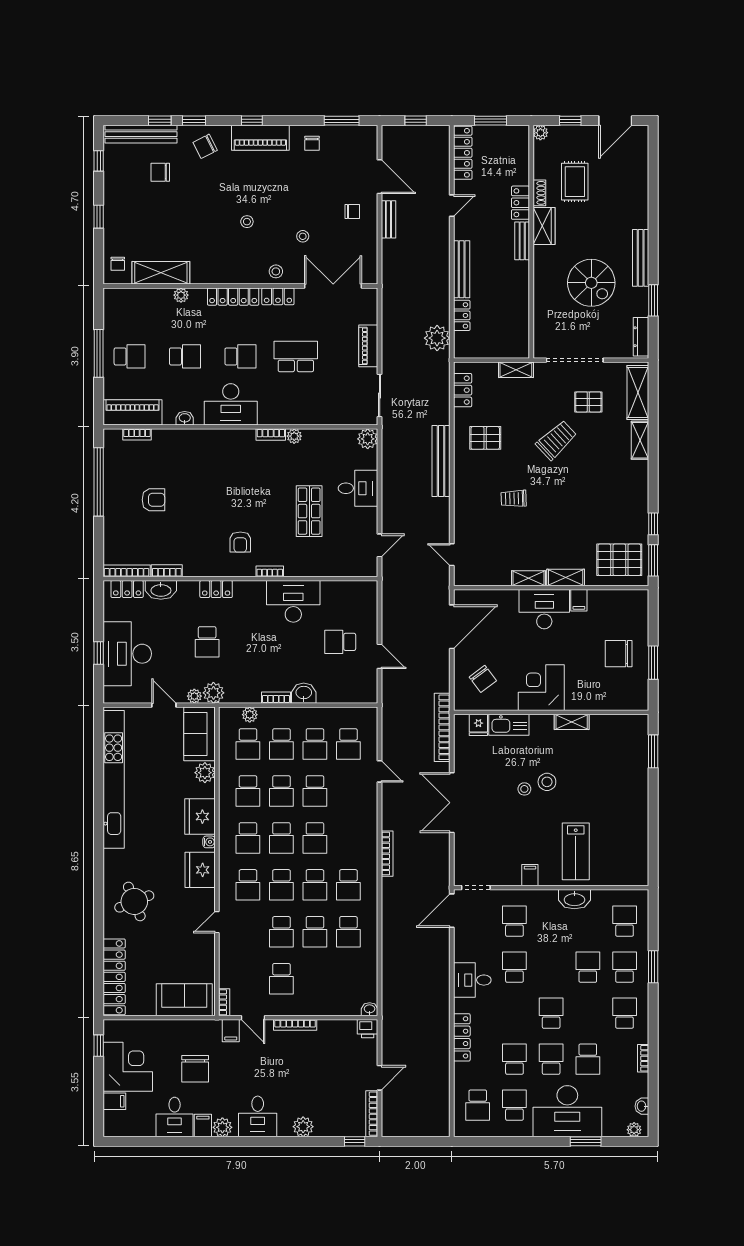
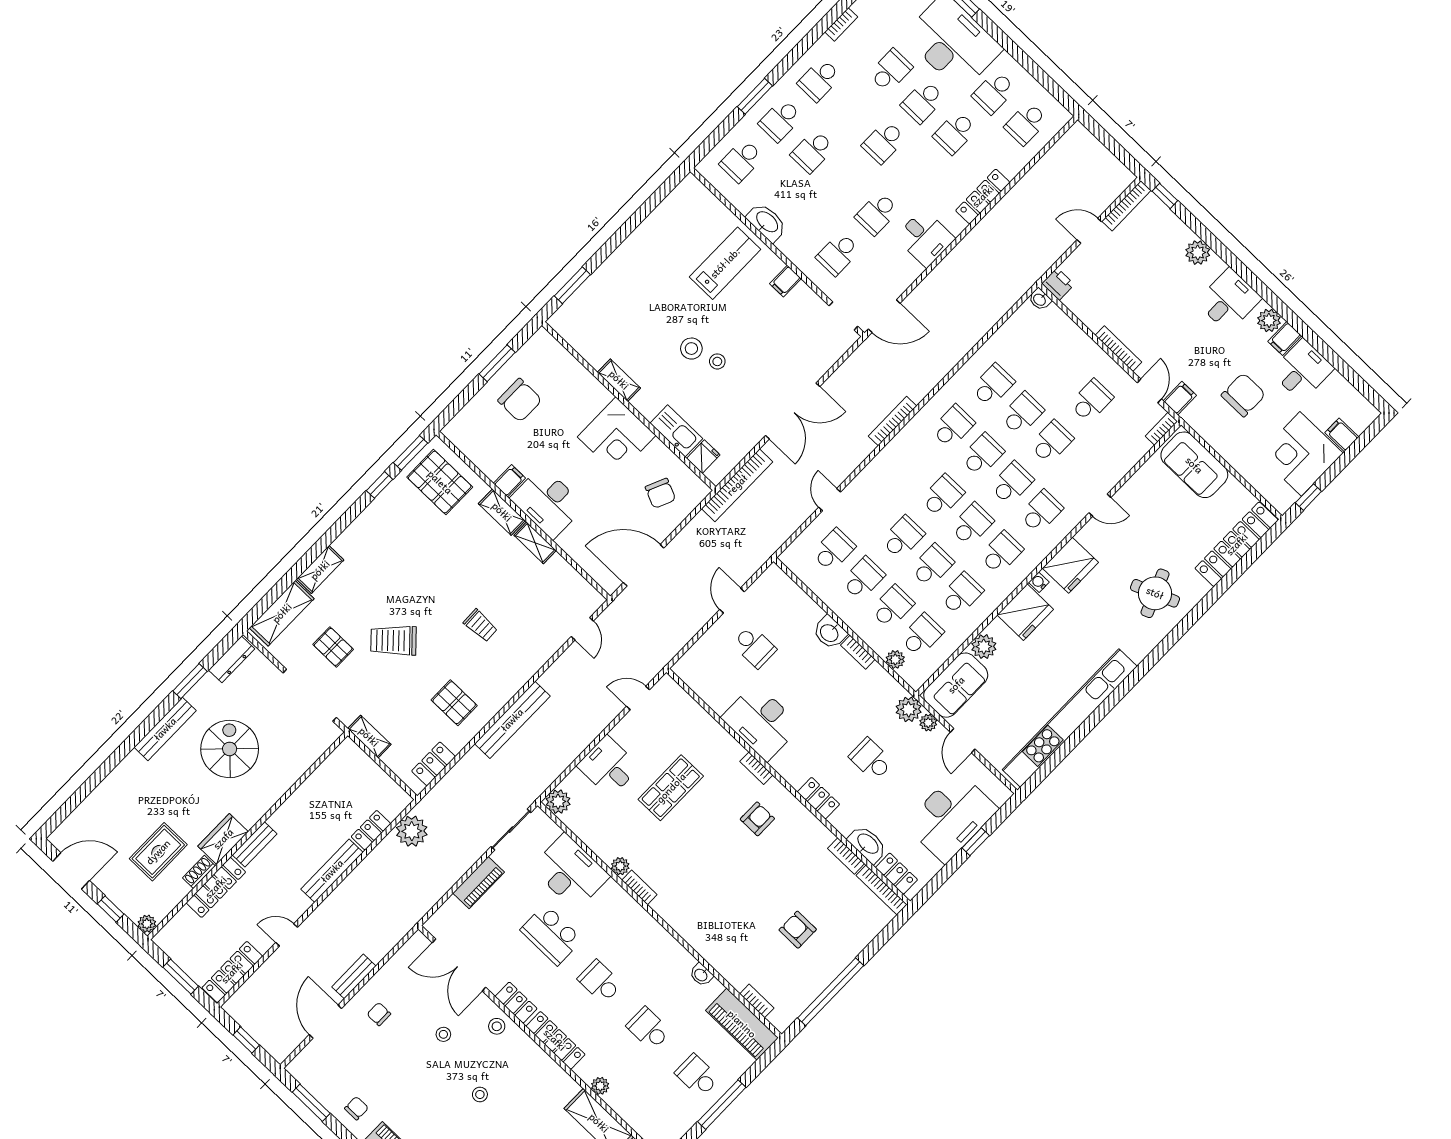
locker: (520, 203) -> (216, 887), width x1.53
desk: (231, 404) -> (570, 872), moved
school desk: (207, 642) -> (871, 759), turned -90
chair: (483, 679) -> (660, 493), turned 151
school desk: (478, 1105) -> (1026, 124), turned 180

